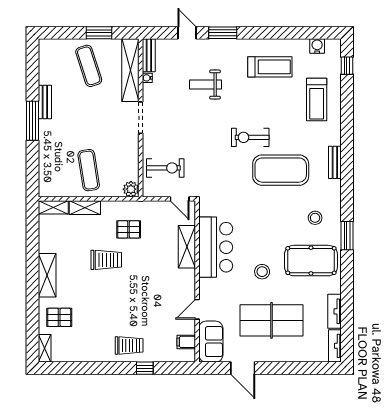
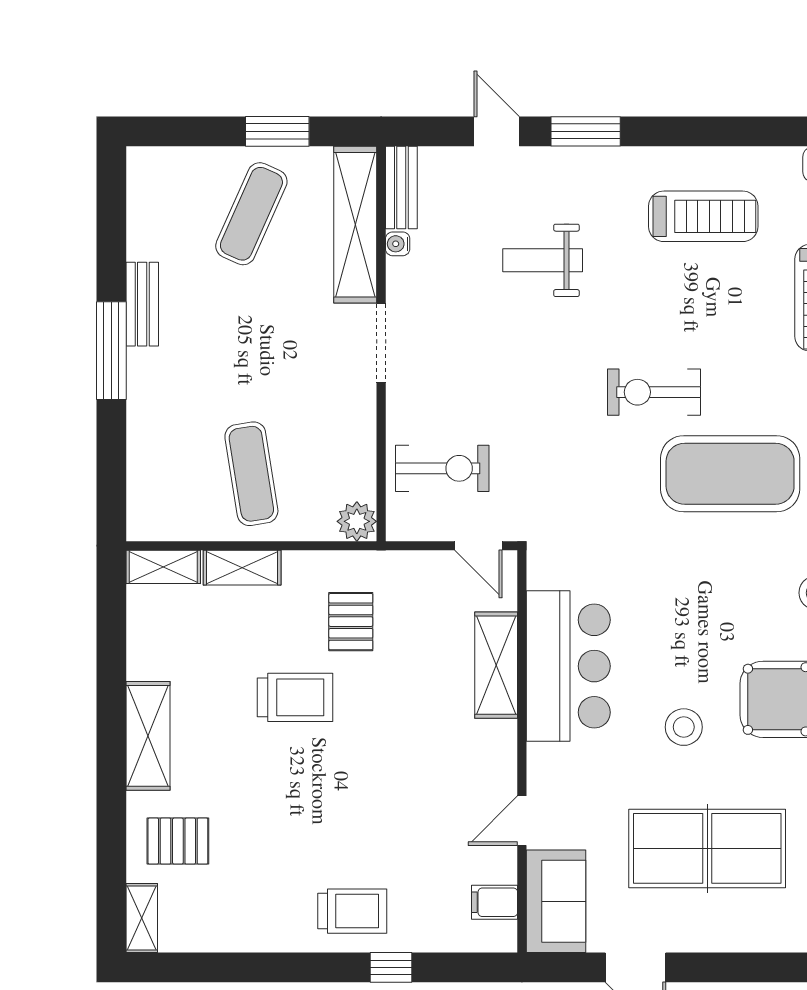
exercise mat: (89, 66) -> (251, 214), turned 42
pallet: (129, 229) -> (351, 622), turned 90

